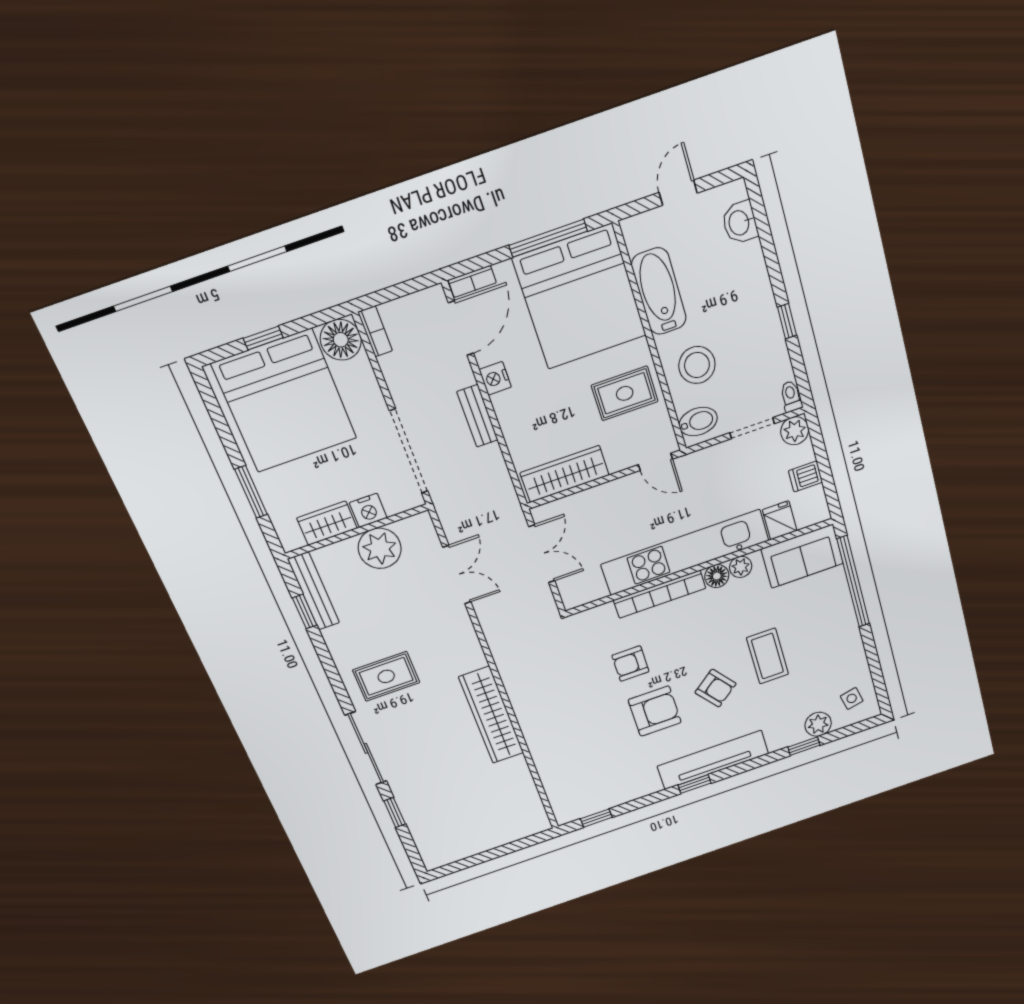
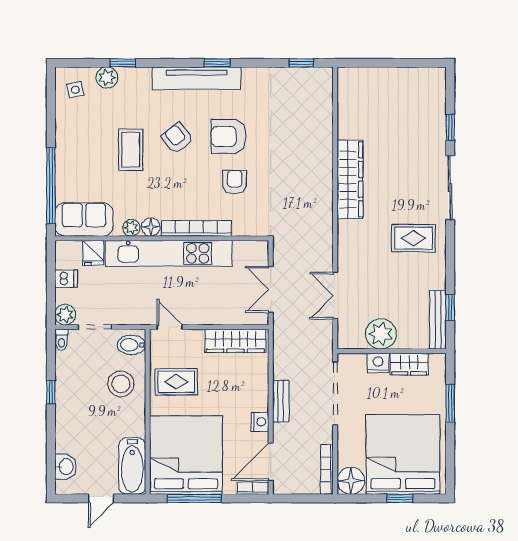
bathtub: (659, 291) -> (132, 466), moved
bookcase: (375, 331) -> (327, 470), width x1.56
armchair: (630, 664) -> (235, 182), turned -90

